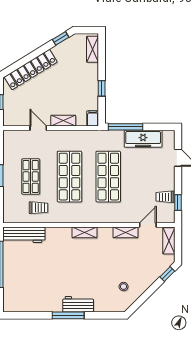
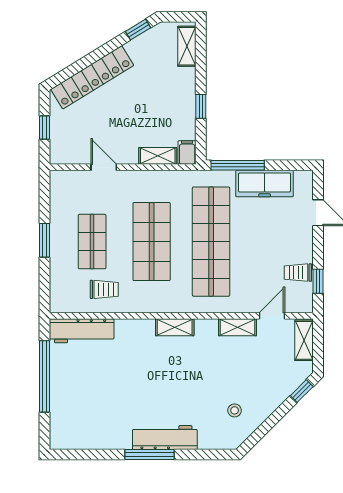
shelving: (63, 121) -> (158, 156), moved
shop shelf: (108, 177) -> (211, 242), width x1.40
workbench: (78, 304) -> (165, 438), width x1.38

